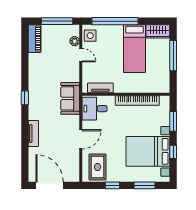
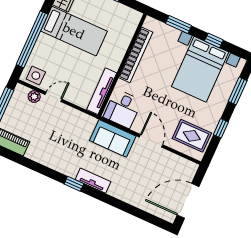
tv unit: (100, 88) -> (102, 91), width x1.41
sofa: (70, 98) -> (113, 138), moved
tv unit: (33, 134) -> (93, 181), moved

